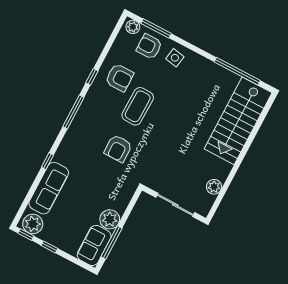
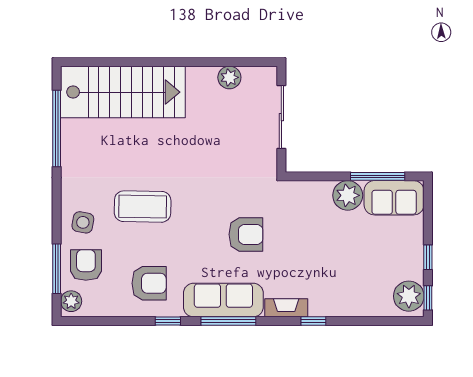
armchair: (149, 47) -> (86, 265), turned 180
armchair: (119, 78) -> (149, 283), turned 90
coffee table: (138, 106) -> (143, 207), moved
fireplace: (63, 149) -> (286, 308), added
sofa: (49, 188) -> (223, 300), moved

